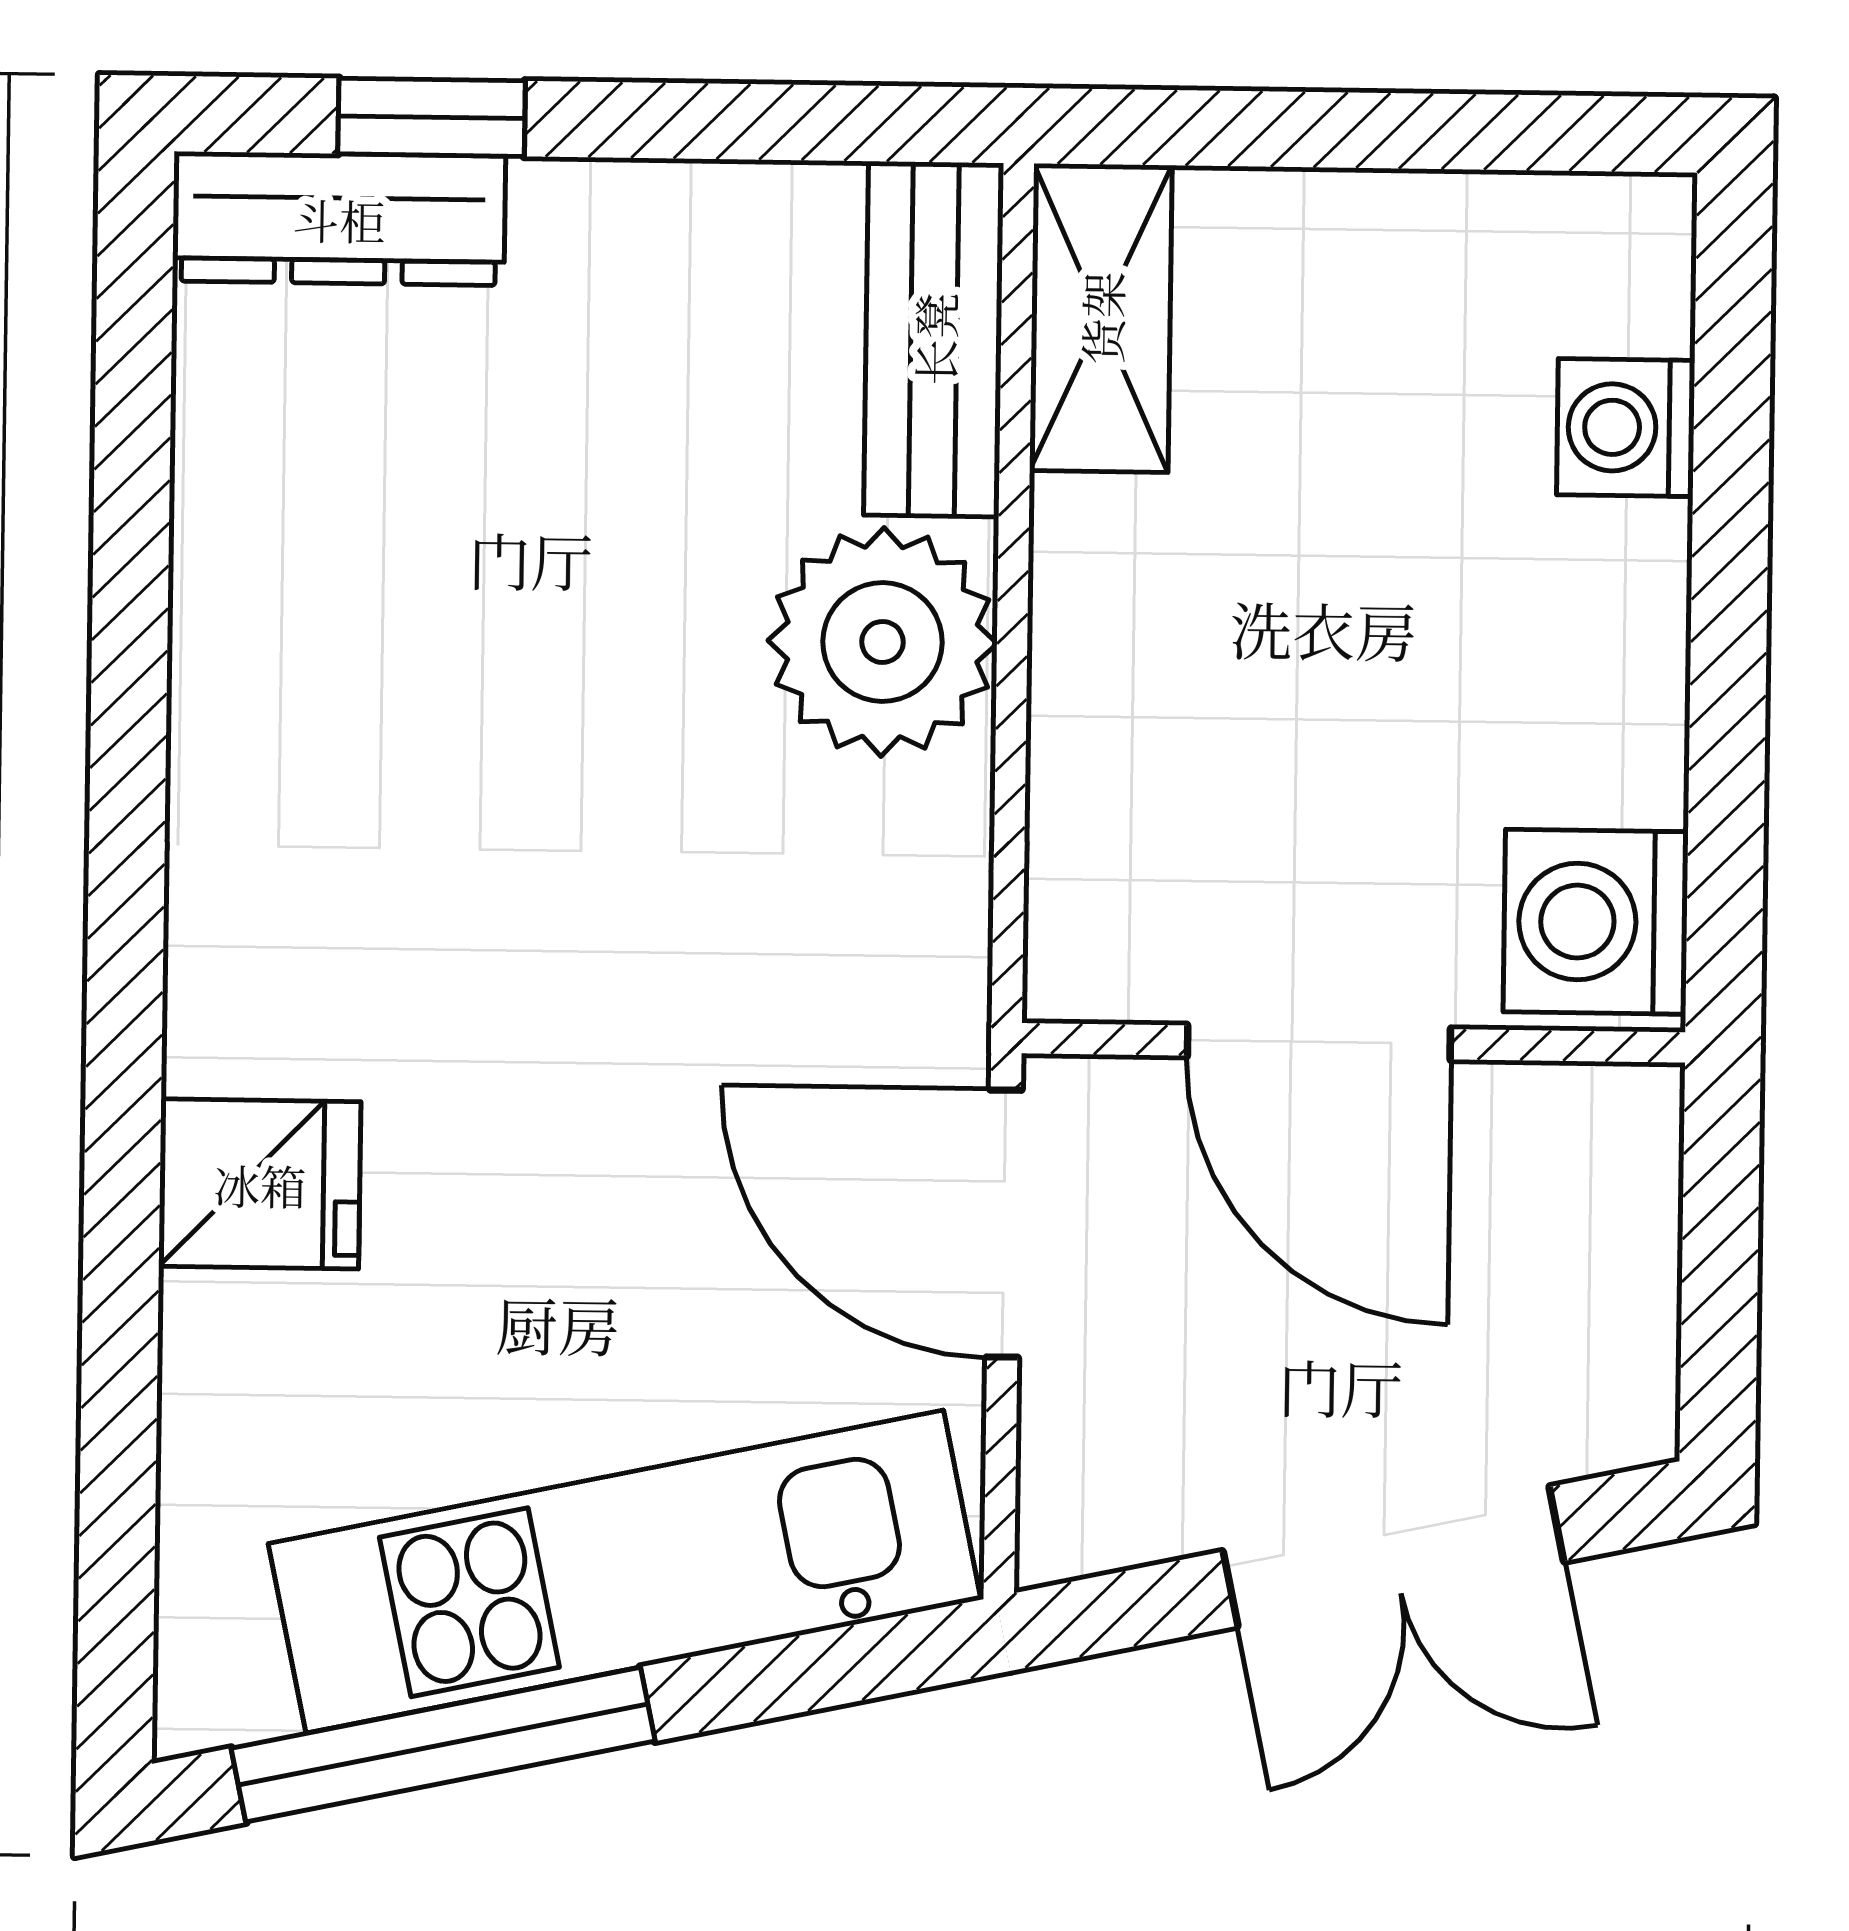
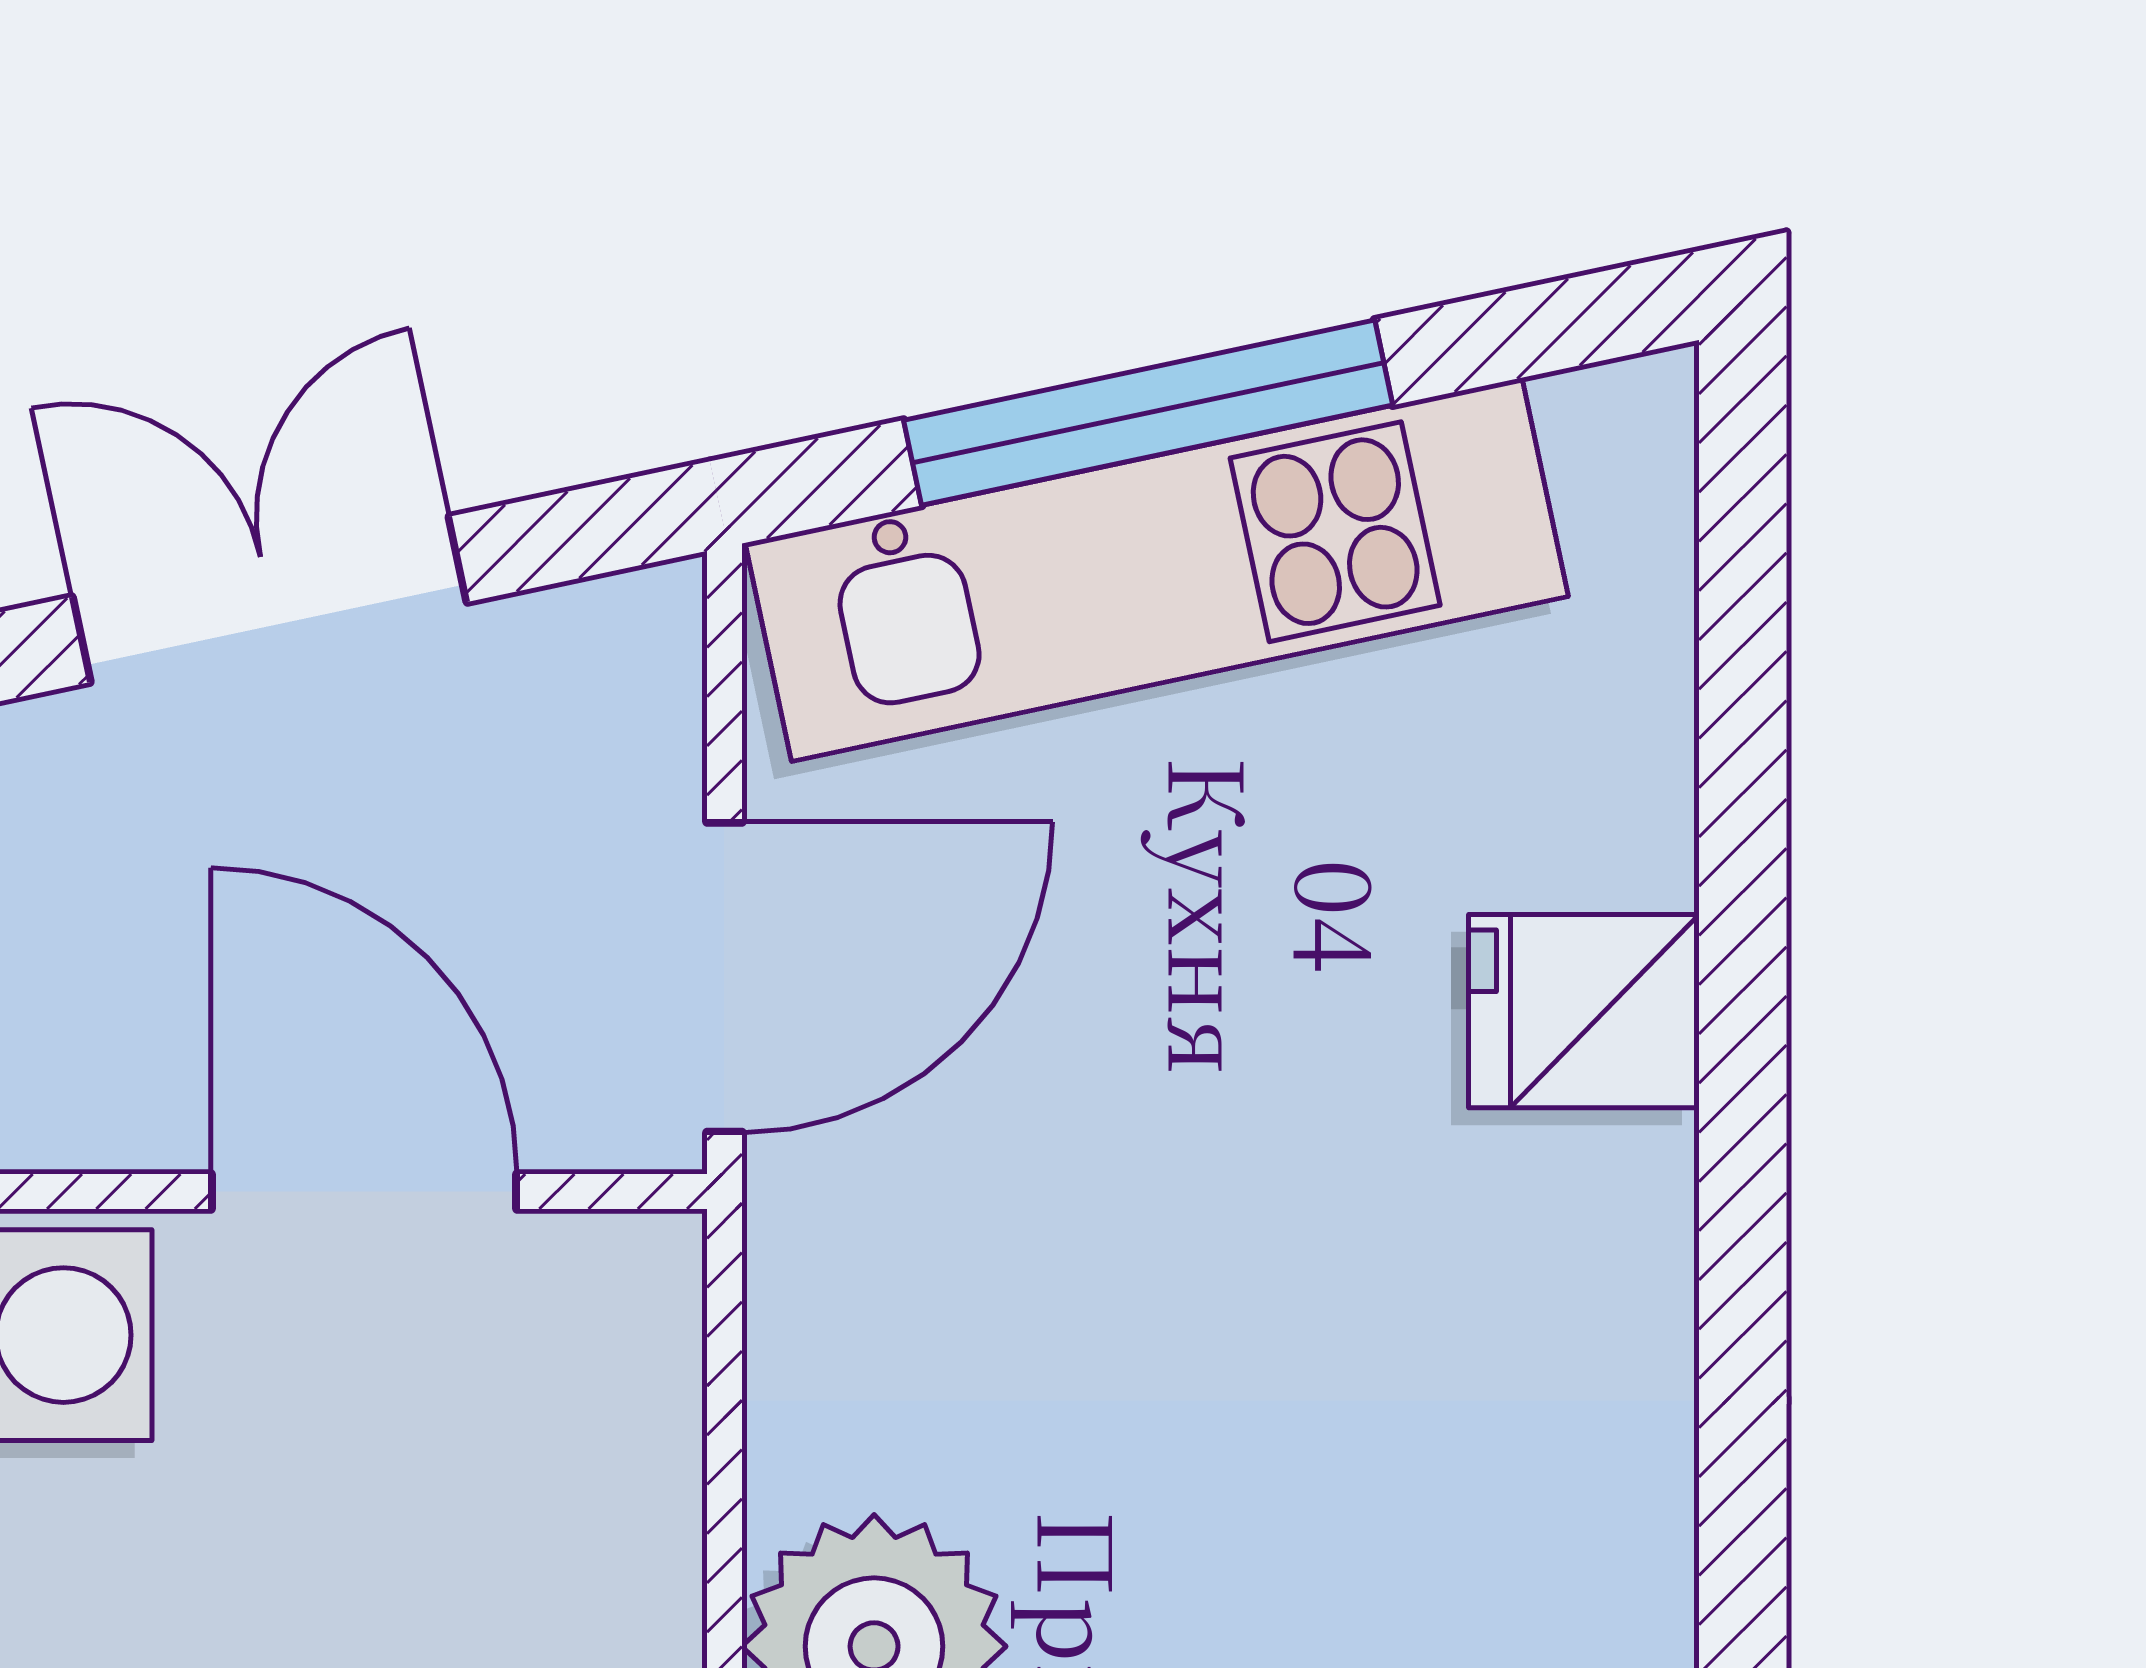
door: (1004, 1224) -> (724, 977), hinge flipped
window: (443, 1745) -> (1148, 413), moved

